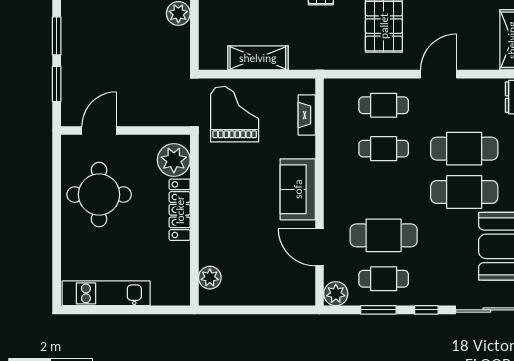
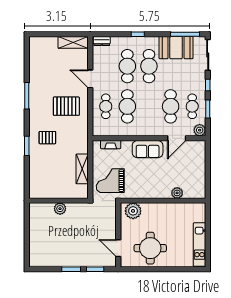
cafe table: (384, 149) -> (127, 106), width x1.37, depth x1.35
locker: (180, 210) -> (158, 208), removed
plant: (210, 278) -> (177, 193), moved

